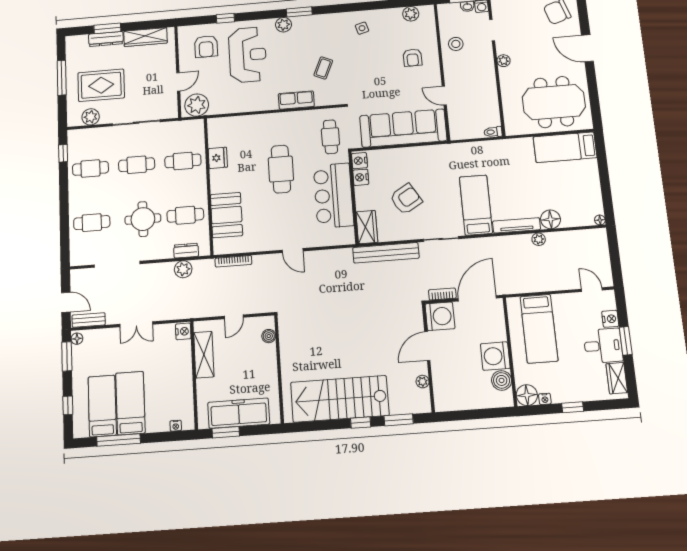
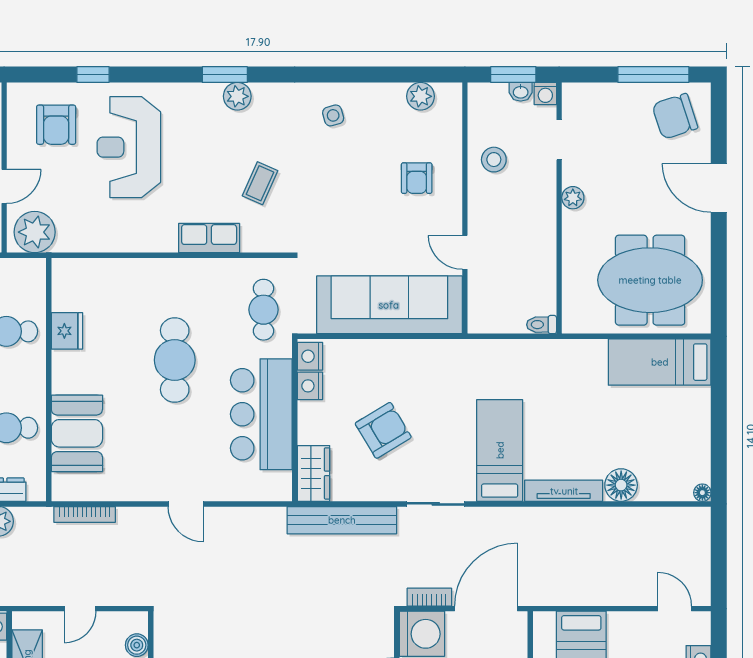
plant: (284, 25) -> (237, 96), moved
reception desk: (248, 55) -> (129, 147), turned 180
plant: (539, 239) -> (597, 517), removed

